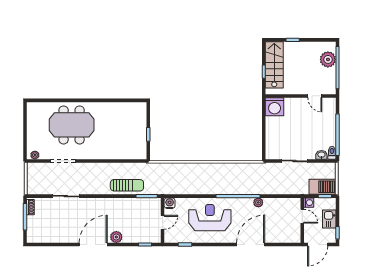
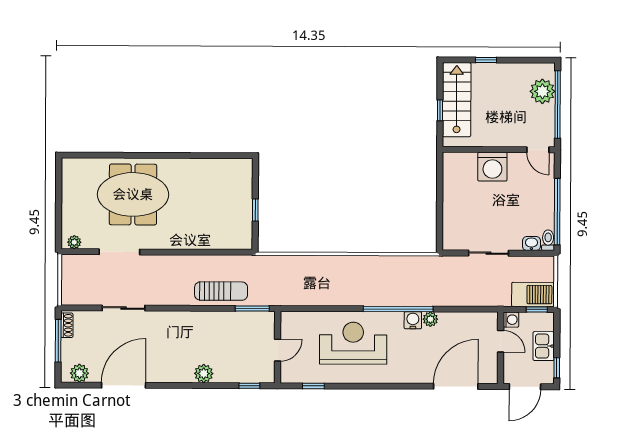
door: (315, 96) -> (538, 150), moved
washing machine: (275, 107) -> (492, 167), moved
water cooler: (170, 203) -> (413, 320), moved
plant: (38, 237) -> (79, 373), added
door: (93, 245) -> (124, 385), moved
door: (251, 245) -> (456, 386), moved

